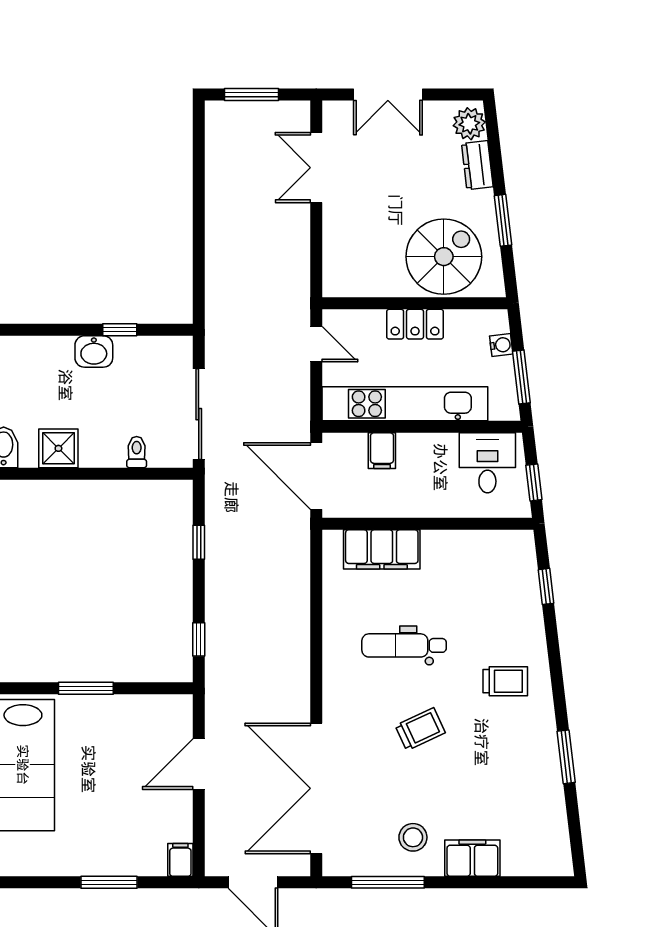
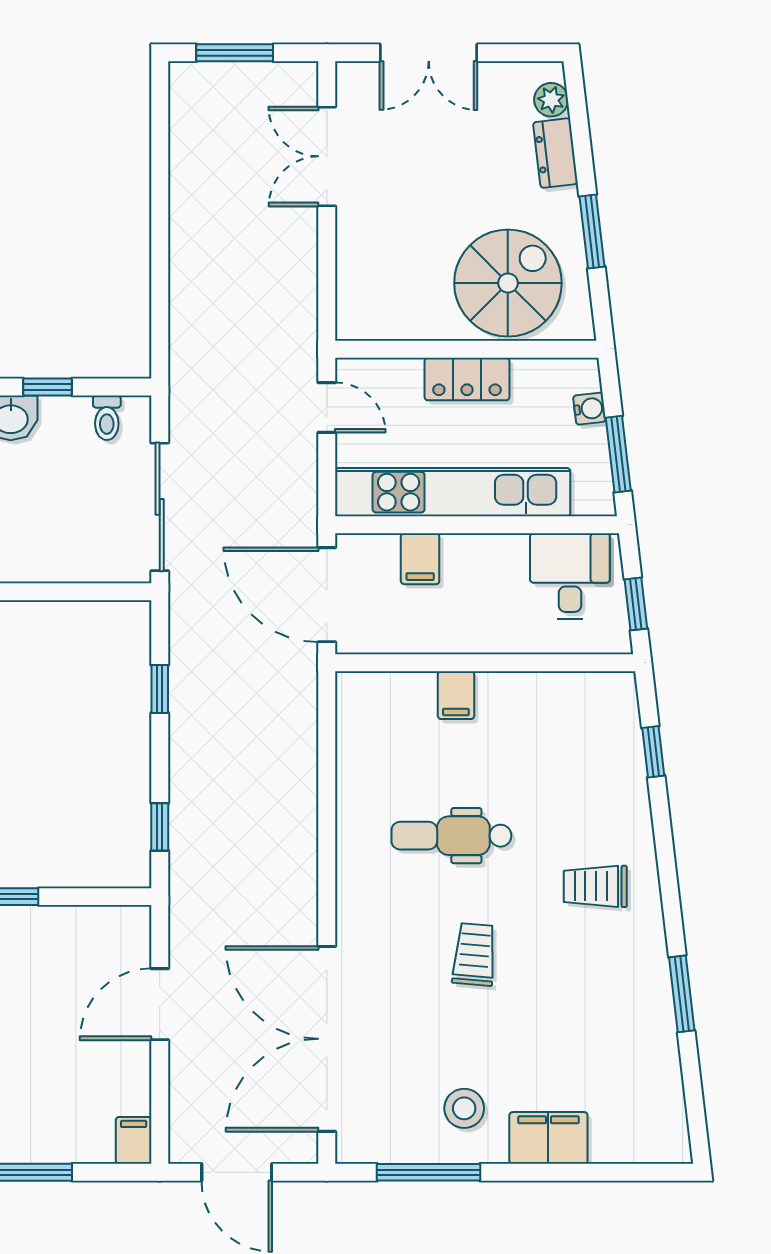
plant: (469, 124) -> (551, 100), width x0.73, depth x0.73
toilet: (137, 452) -> (107, 418), moved, turned 180
filing cabinet: (382, 549) -> (456, 695), width x0.33, depth x0.86
trolley: (505, 681) -> (595, 886), turned 180
trolley: (420, 729) -> (474, 954), turned -60

